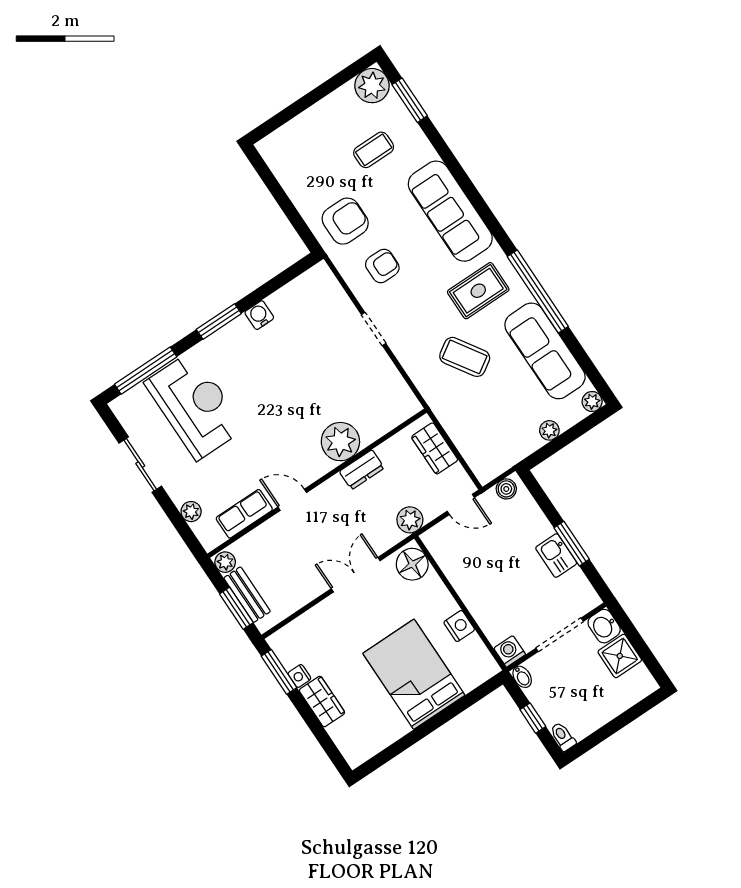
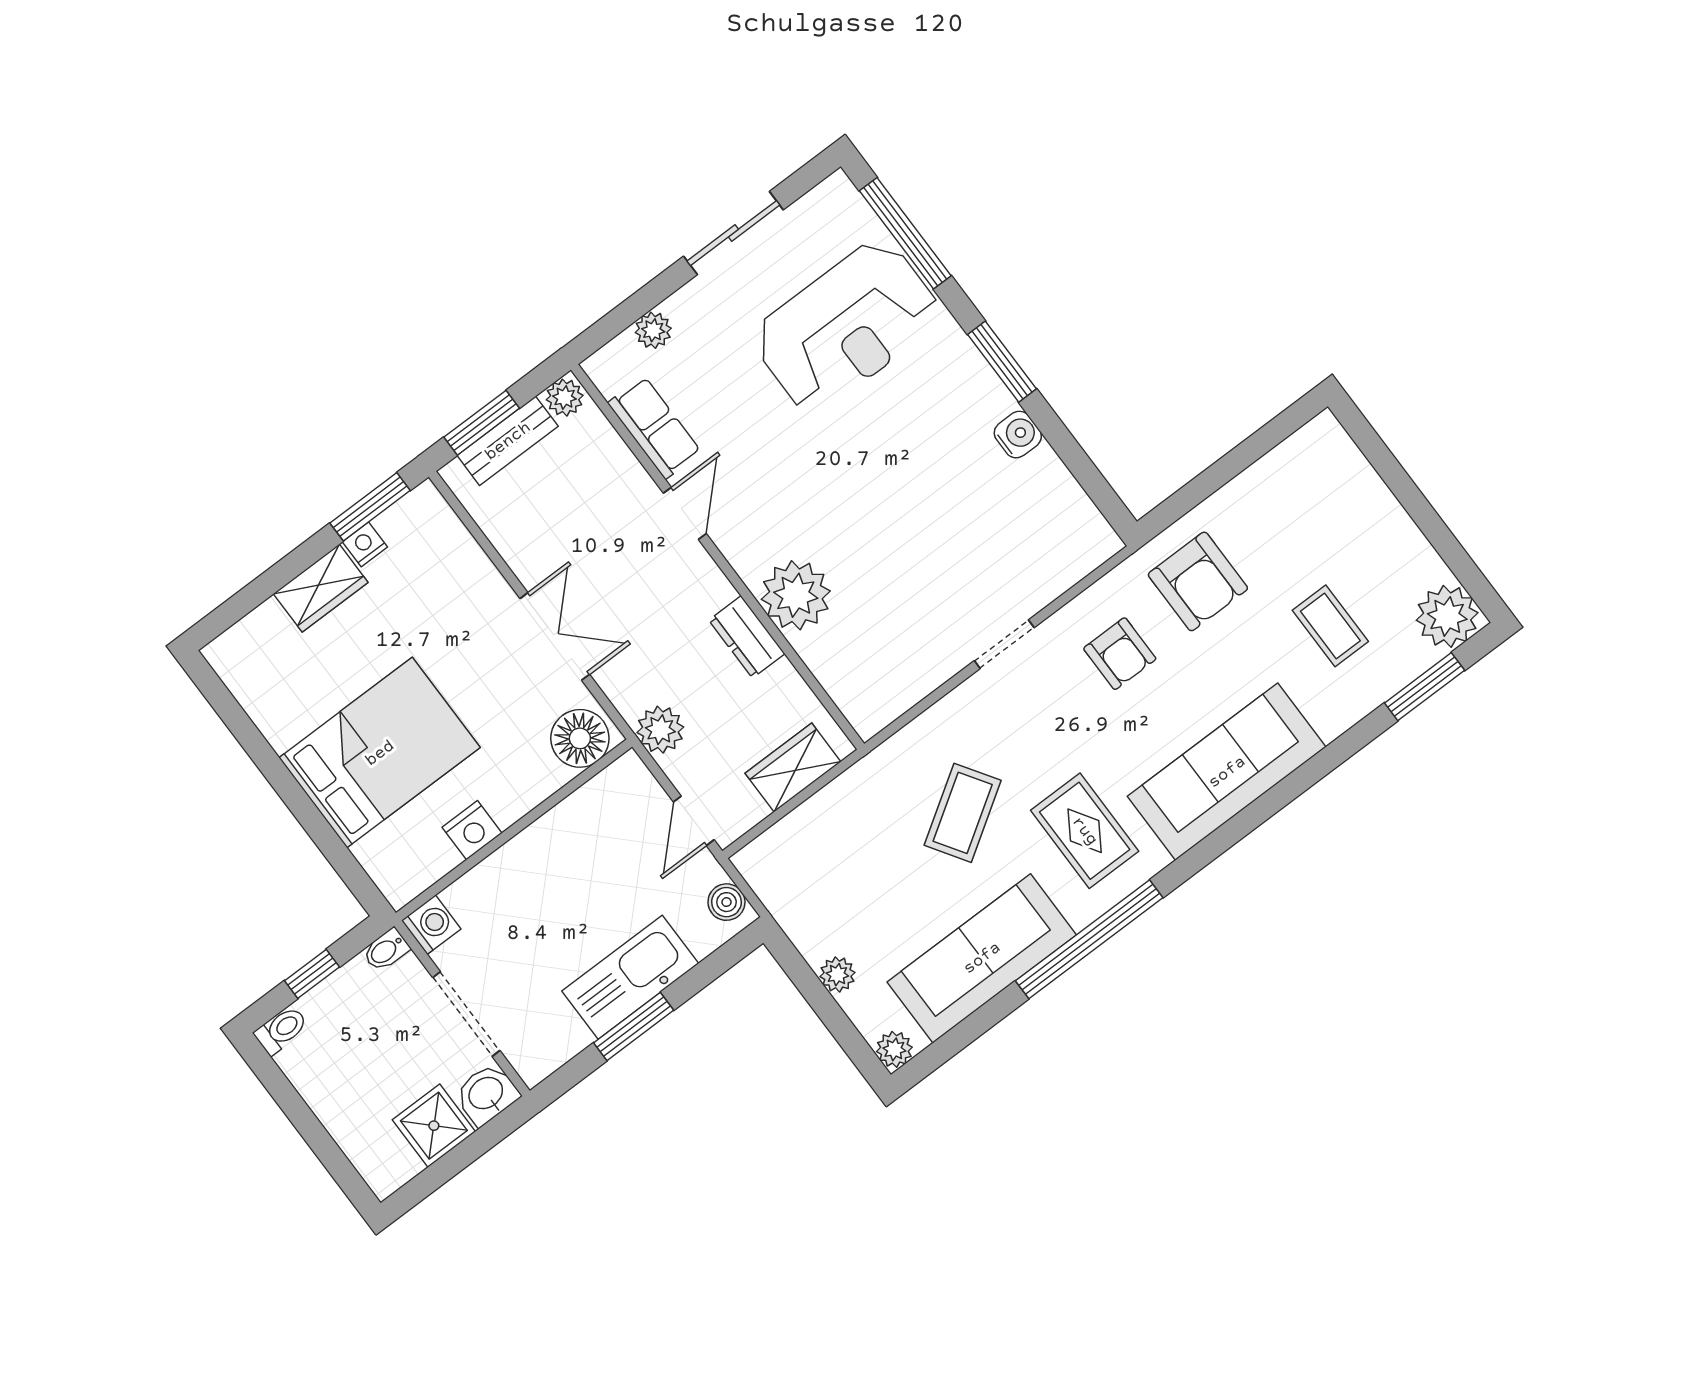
kitchen sink: (556, 556) -> (630, 977), width x1.87, depth x1.24

